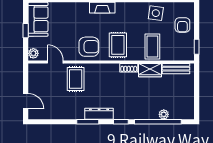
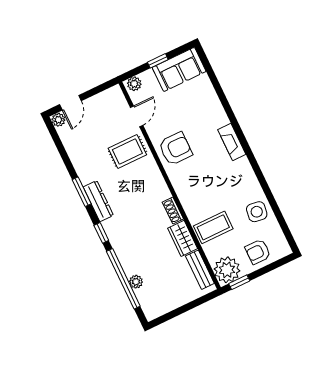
rug: (118, 45) -> (195, 184), removed
armchair: (89, 47) -> (175, 149), turned -90
plant: (185, 51) -> (227, 270), added
plant: (33, 114) -> (58, 120), added

